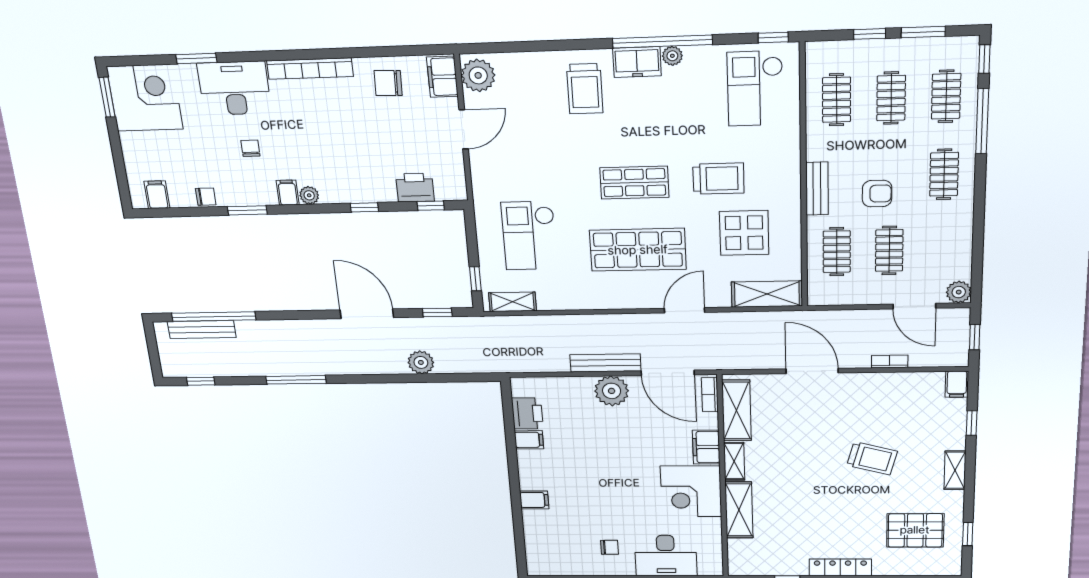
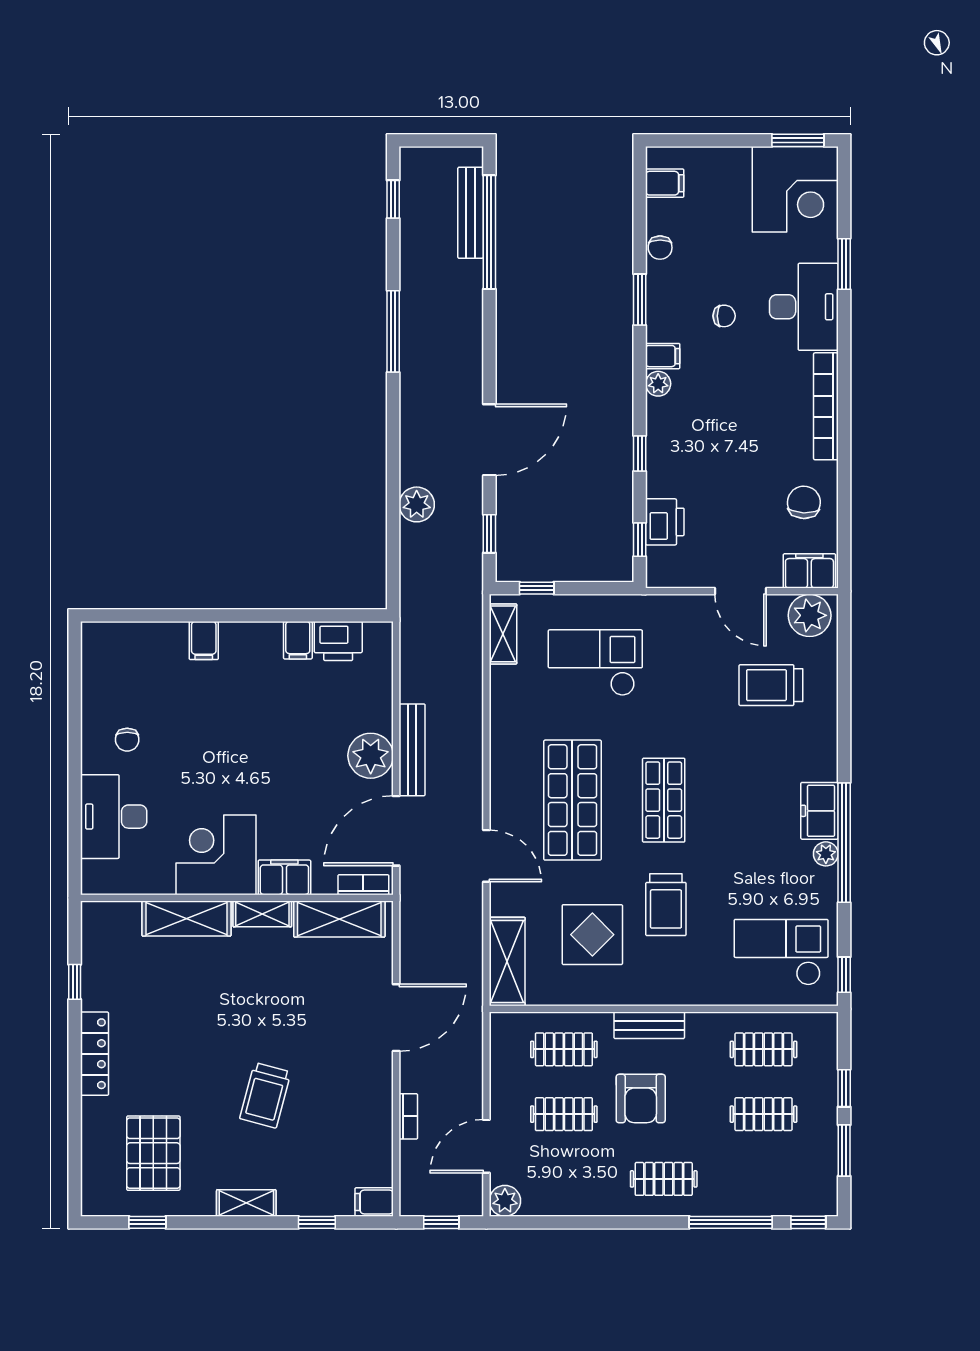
trolley: (585, 89) -> (771, 685), moved
clothes rail: (946, 96) -> (764, 1179), removed
armchair: (877, 194) -> (641, 1099), width x1.38, depth x1.38

